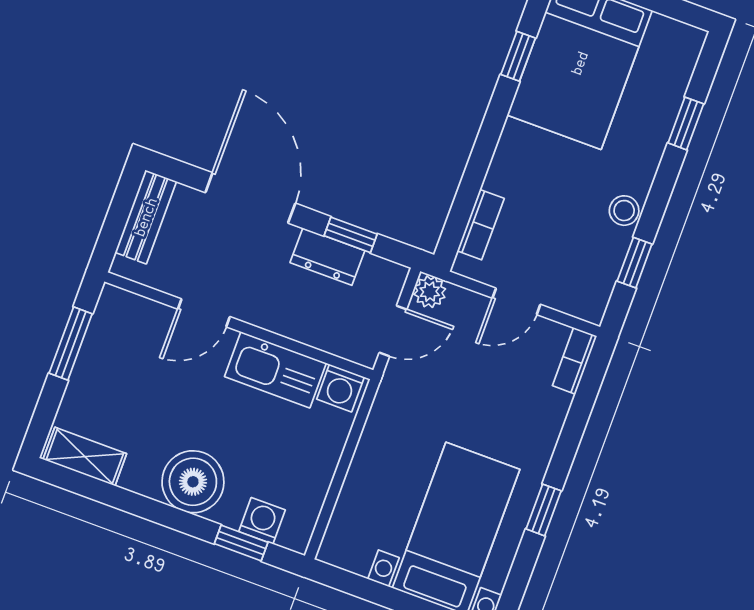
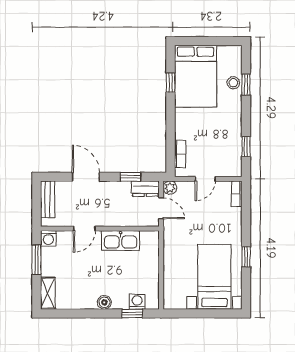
door: (250, 198) -> (86, 177), width x0.73
stool: (624, 211) -> (233, 83), moved
dresser: (327, 257) -> (145, 189), moved
door: (393, 331) -> (161, 208), hinge flipped
washing machine: (340, 388) -> (48, 238), moved
shelving: (85, 457) -> (48, 293), moved, turned 90
boiler: (193, 482) -> (104, 302), width x0.54, depth x0.54

